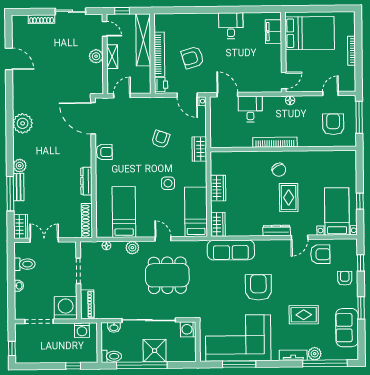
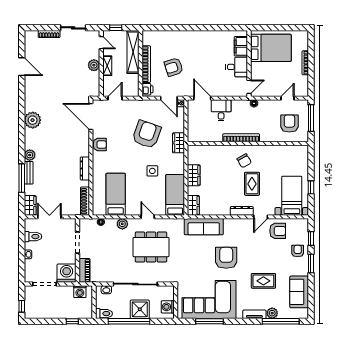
desk: (231, 26) -> (237, 67), moved, turned 90
armchair: (161, 139) -> (147, 134), width x1.88, depth x1.88
window: (361, 308) -> (311, 263), moved
washing machine: (188, 329) -> (168, 307), moved

